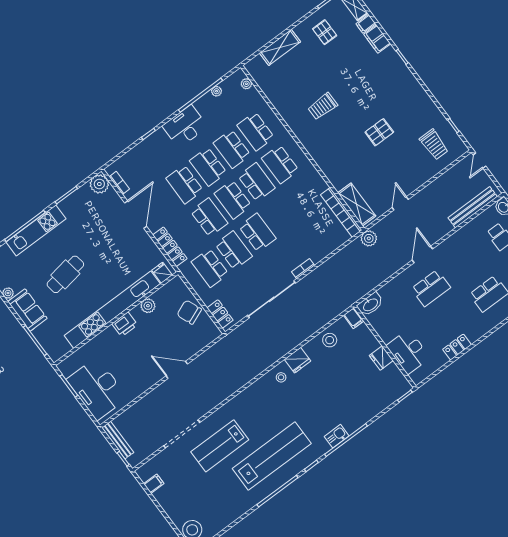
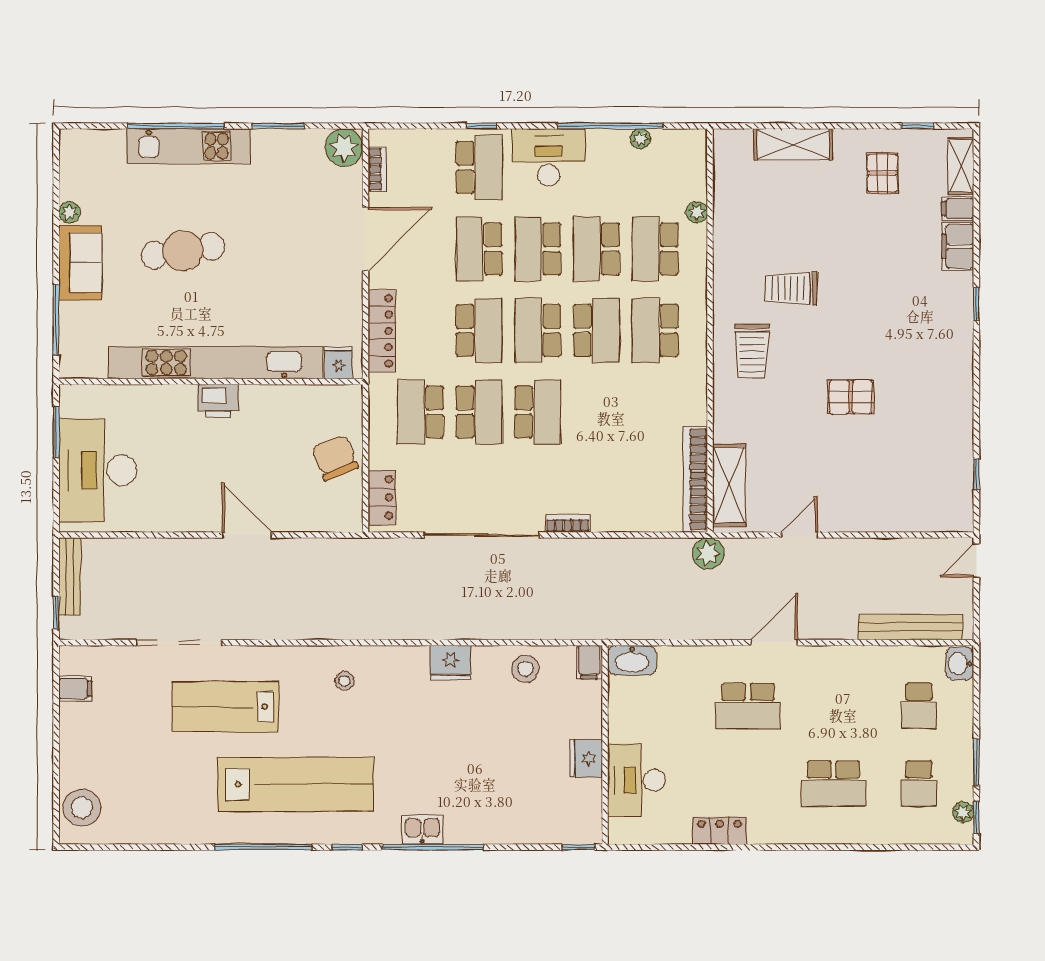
plant: (246, 84) -> (697, 212), moved
trolley: (434, 144) -> (752, 351), moved
school desk: (160, 151) -> (479, 167), added
plant: (148, 306) -> (277, 399), removed
stool: (281, 377) -> (344, 681), moved

